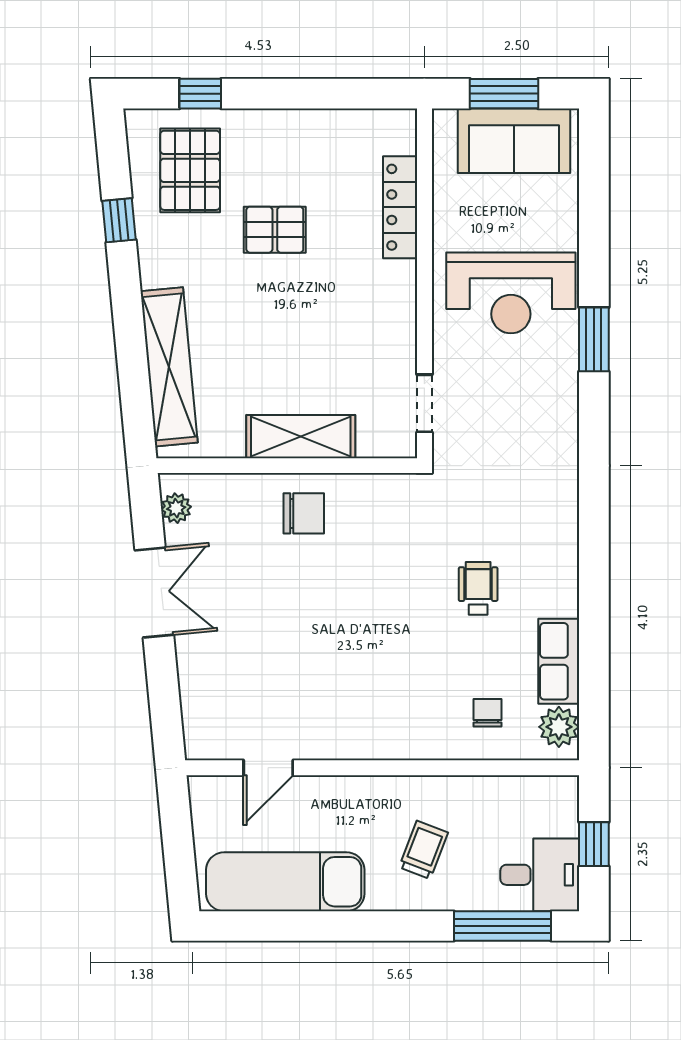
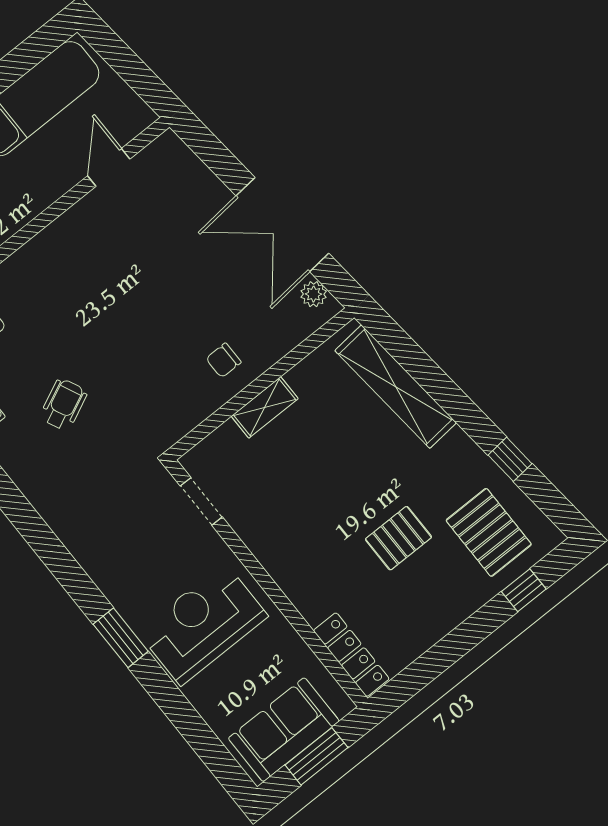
locker: (400, 207) -> (351, 655), moved
shelving: (301, 437) -> (265, 407), width x0.67, depth x0.75
chair: (304, 513) -> (224, 360), width x0.73, depth x0.73
wheelchair: (478, 588) -> (64, 404), turned -115
double door: (154, 592) -> (282, 225), width x1.37

